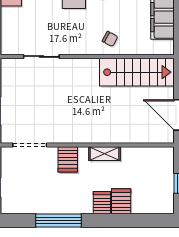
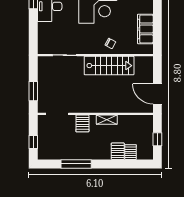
stairs: (137, 72) -> (109, 66), moved
server rack: (102, 203) -> (131, 152), moved

